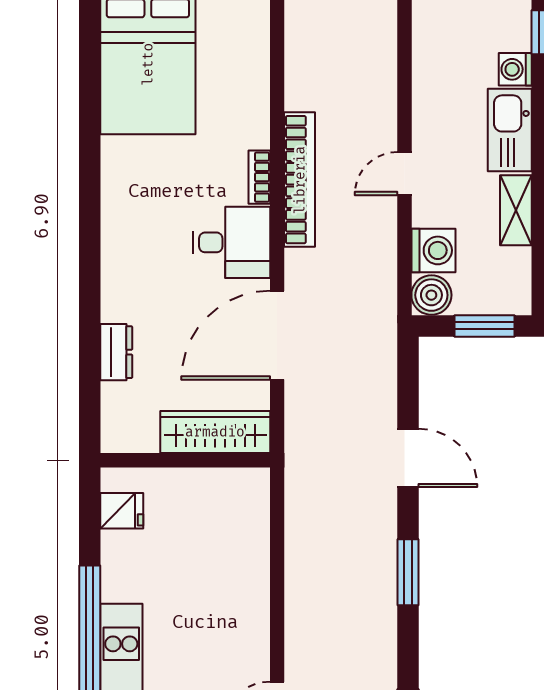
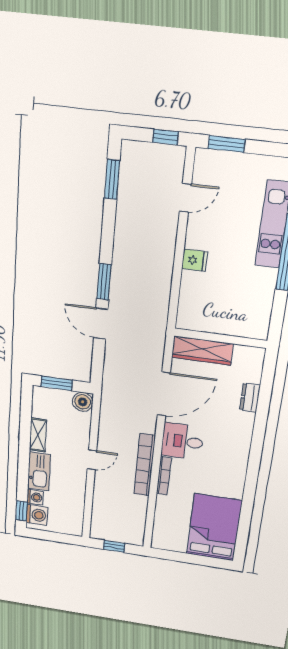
bookcase: (259, 177) -> (164, 476), width x1.56
washing machine: (433, 250) -> (37, 515), moved, turned 180
fridge: (122, 511) -> (195, 260), moved, turned 180
window: (408, 572) -> (104, 282), moved

